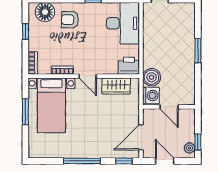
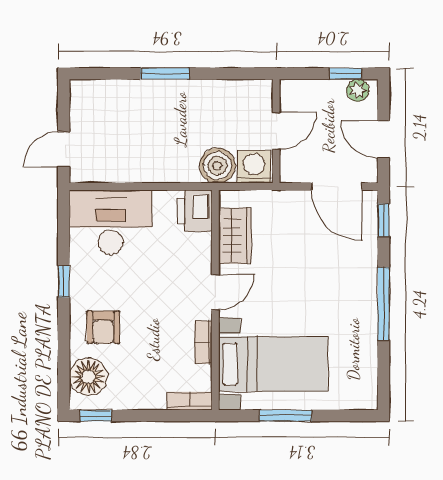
window: (25, 31) -> (96, 416), moved
door: (165, 161) -> (383, 139), hinge flipped

